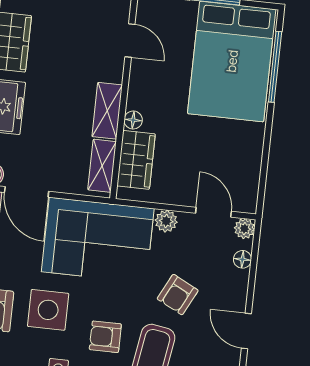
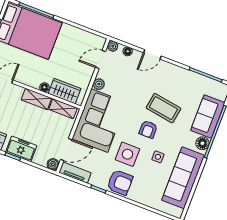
armchair: (178, 295) -> (137, 88), removed
door: (246, 331) -> (152, 54), moved

